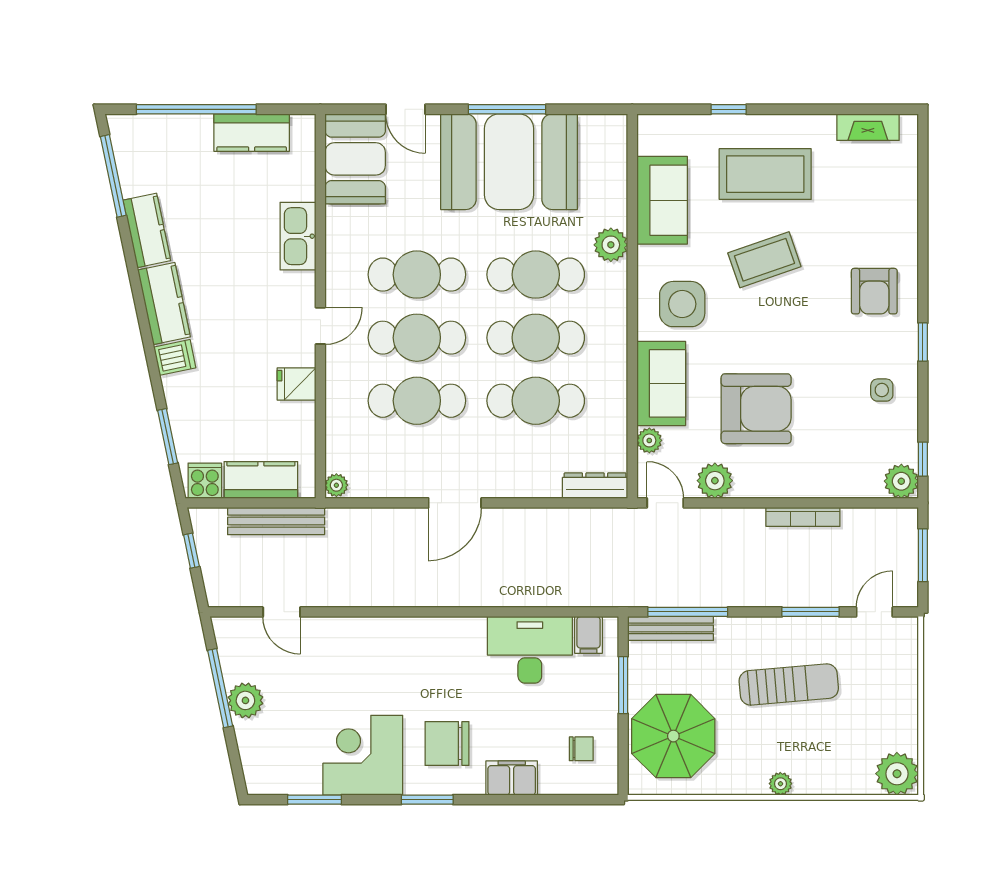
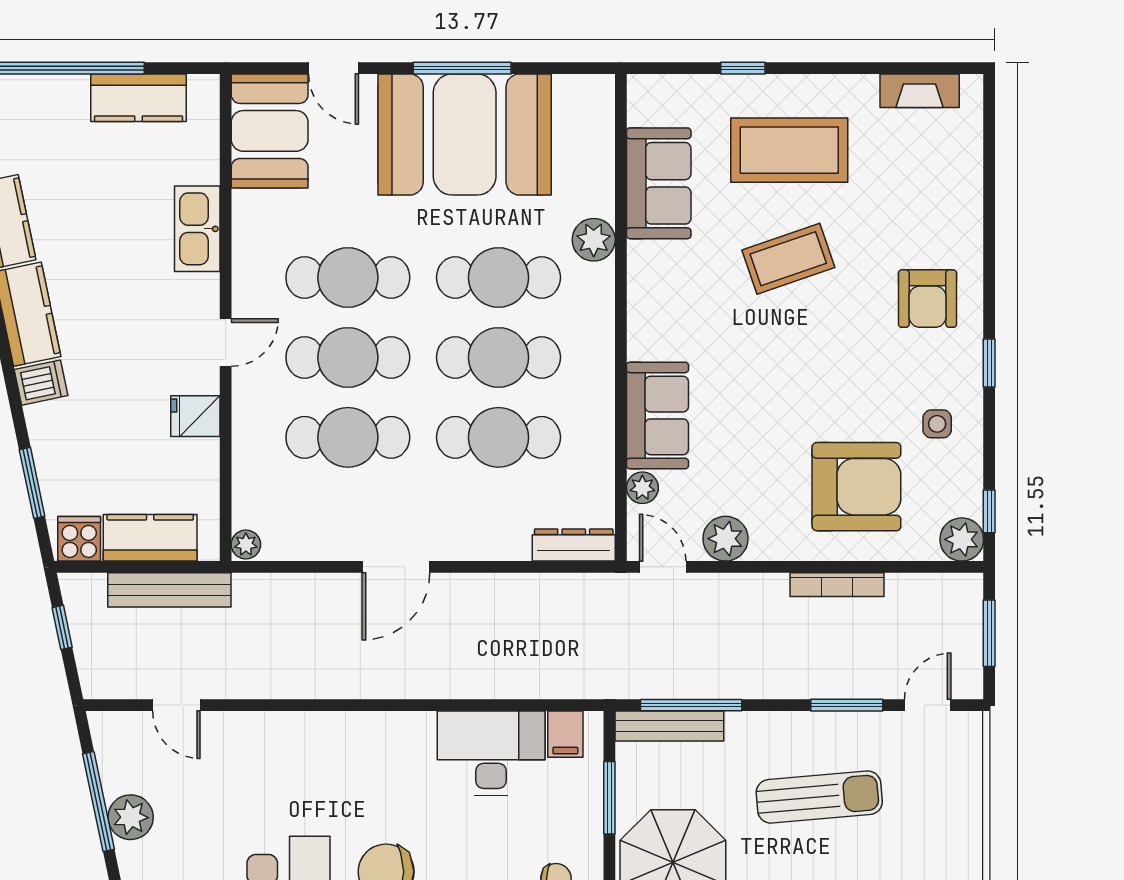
side table: (682, 304) -> (684, 315), removed
armchair: (756, 409) -> (856, 487), moved

